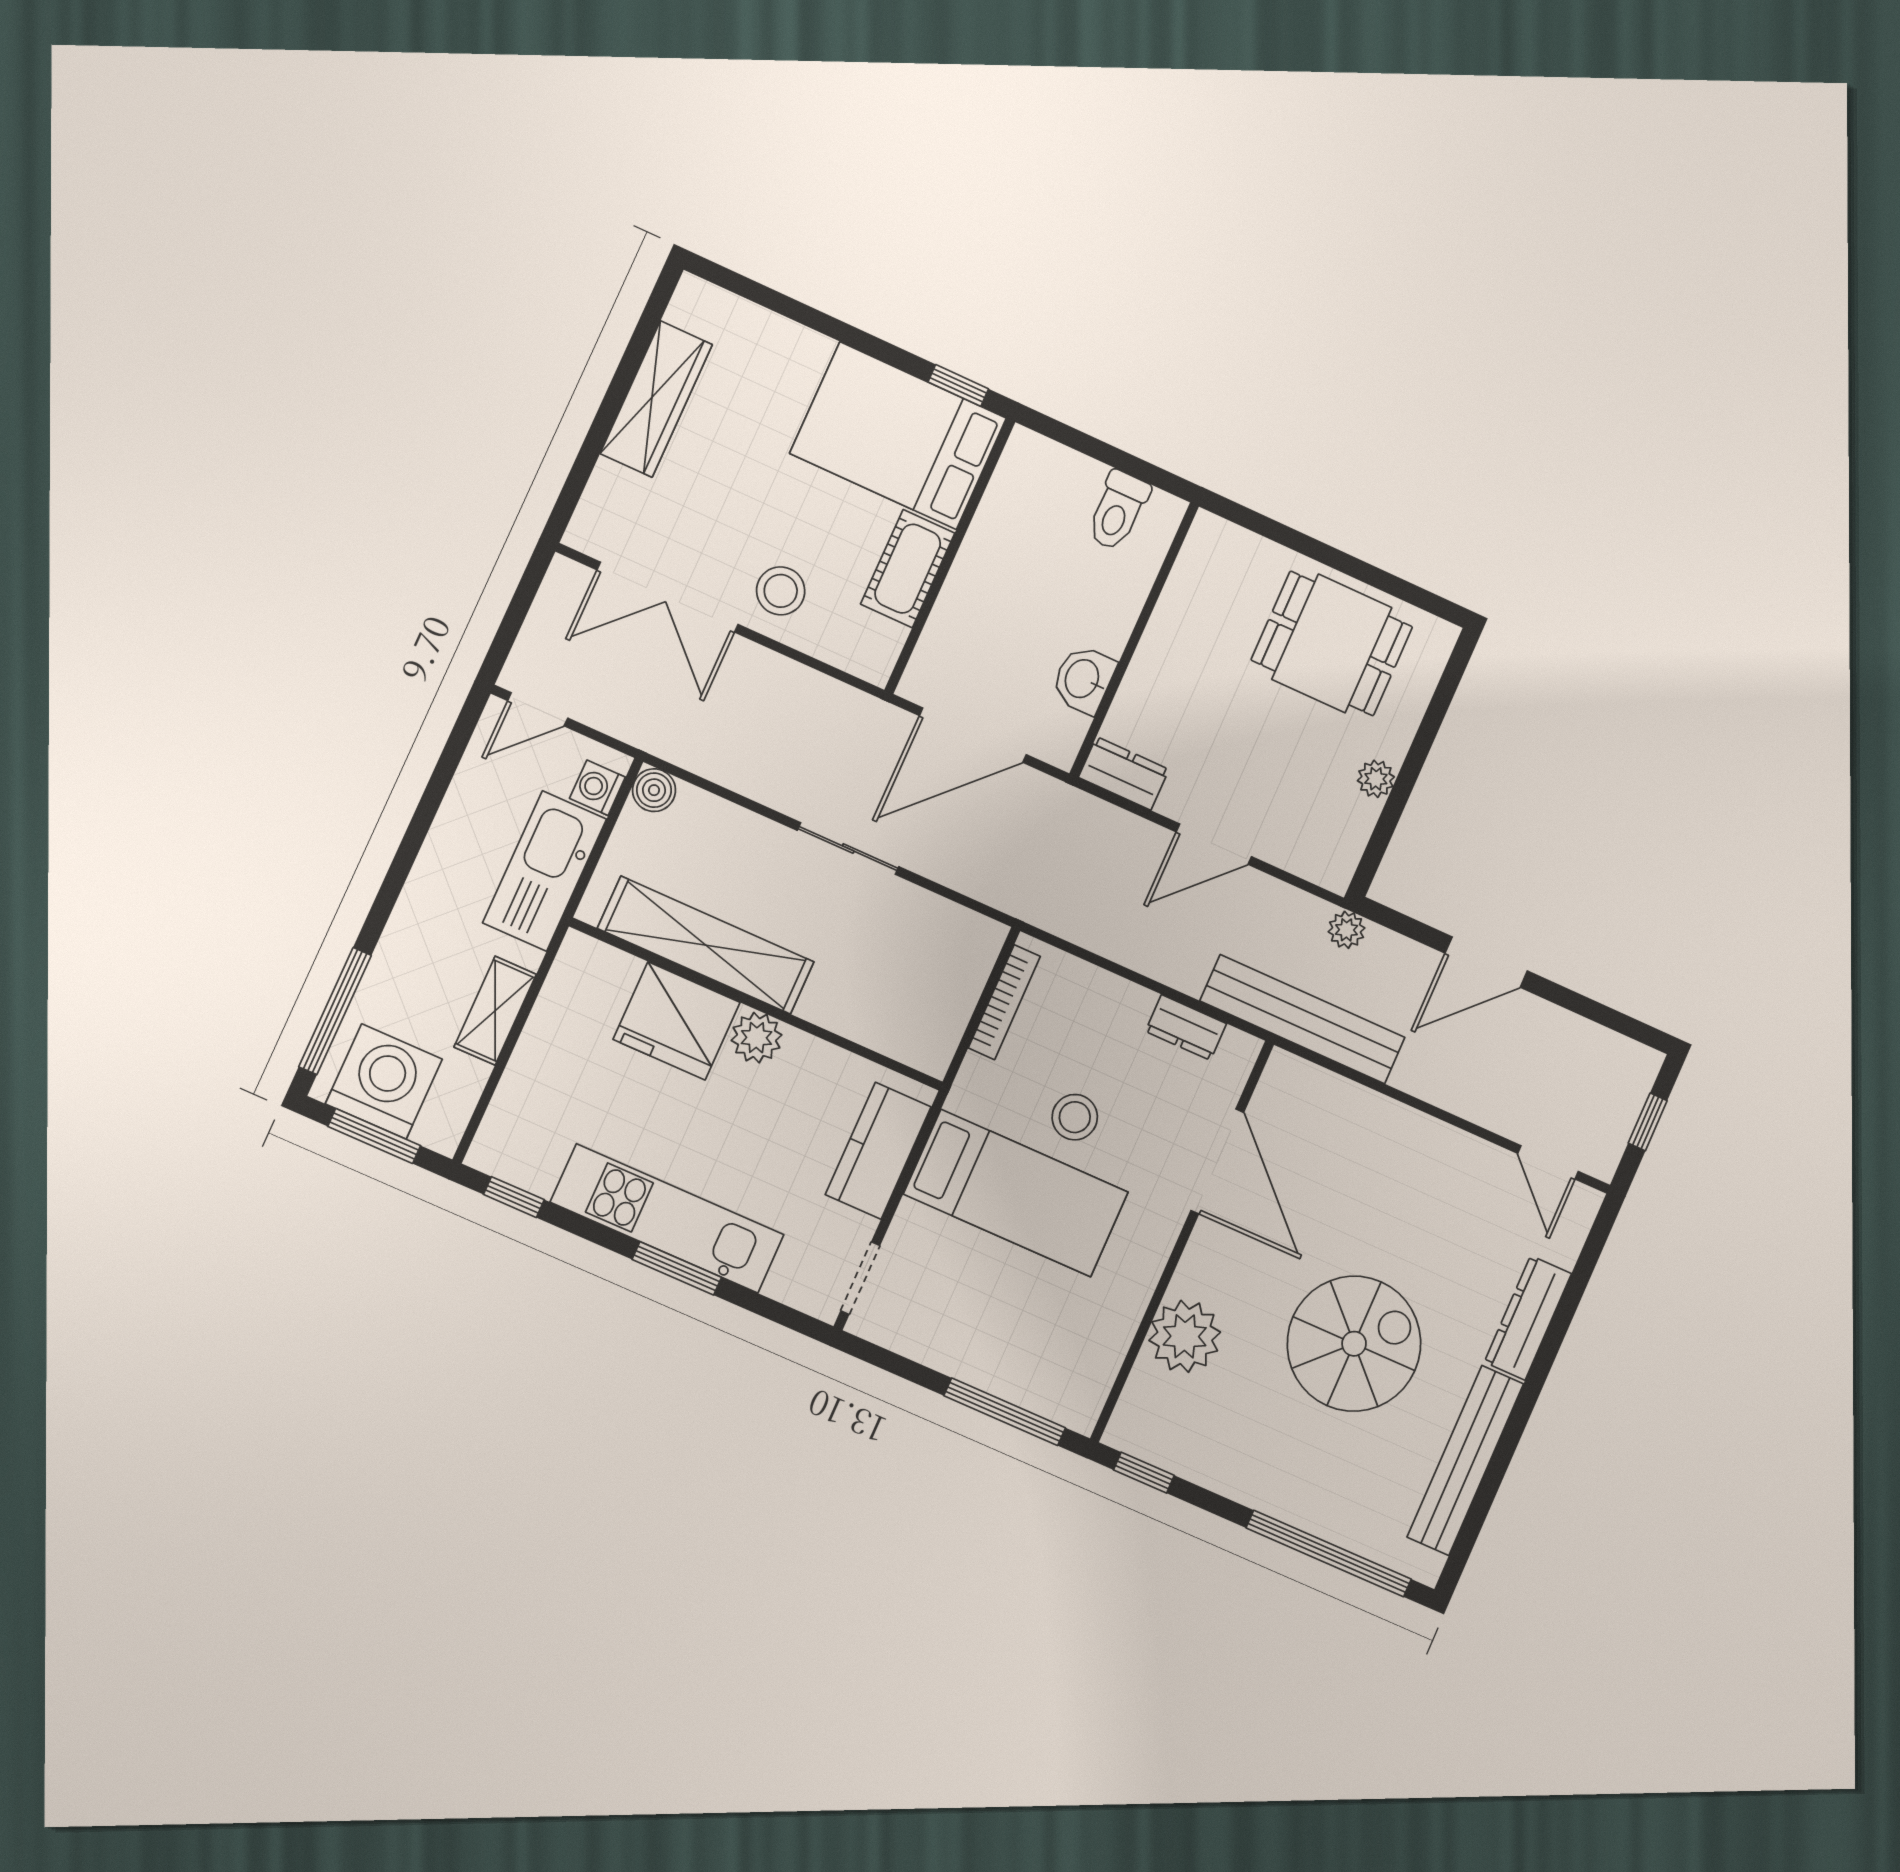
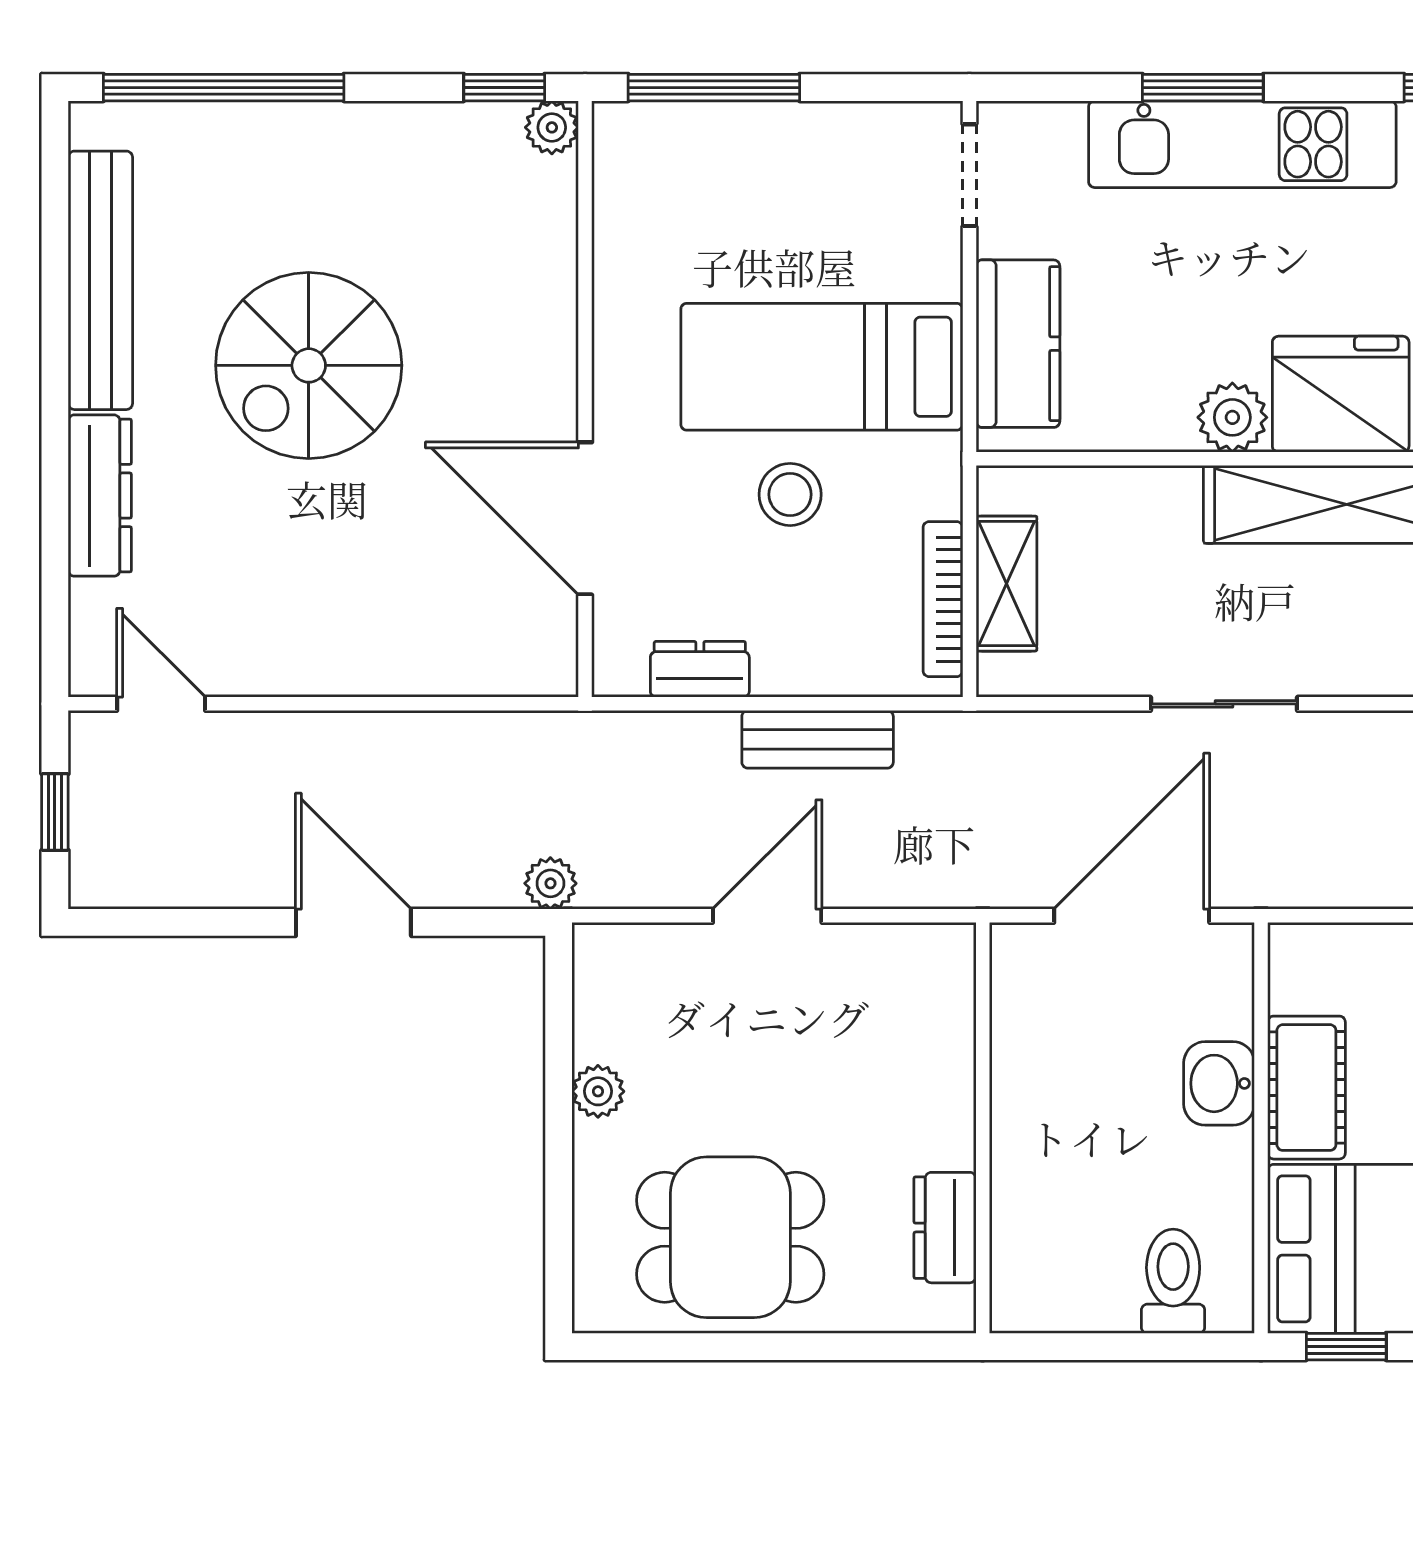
toilet: (1118, 511) -> (1173, 1281), moved
washbasin: (1083, 679) -> (1219, 1083), moved, turned 180
dresser: (1124, 773) -> (945, 1228), moved, turned 90
door: (1486, 962) -> (353, 922), hinge flipped
shelving: (957, 994) -> (1006, 584), added
bench: (1303, 1019) -> (818, 739), moved, width x0.54, depth x0.82
plant: (1185, 1336) -> (552, 127), moved, width x0.53, depth x0.53

